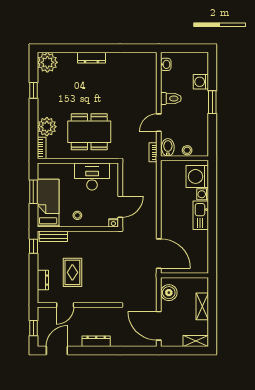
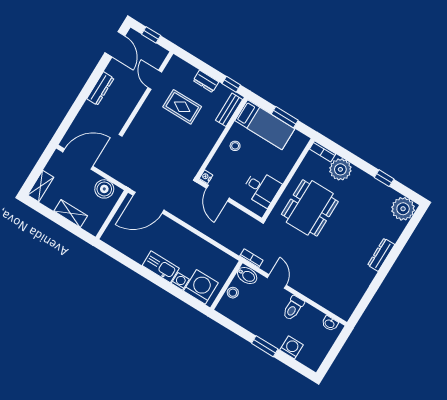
desk: (92, 176) -> (262, 188), width x0.73
dresser: (43, 280) -> (206, 81), moved

